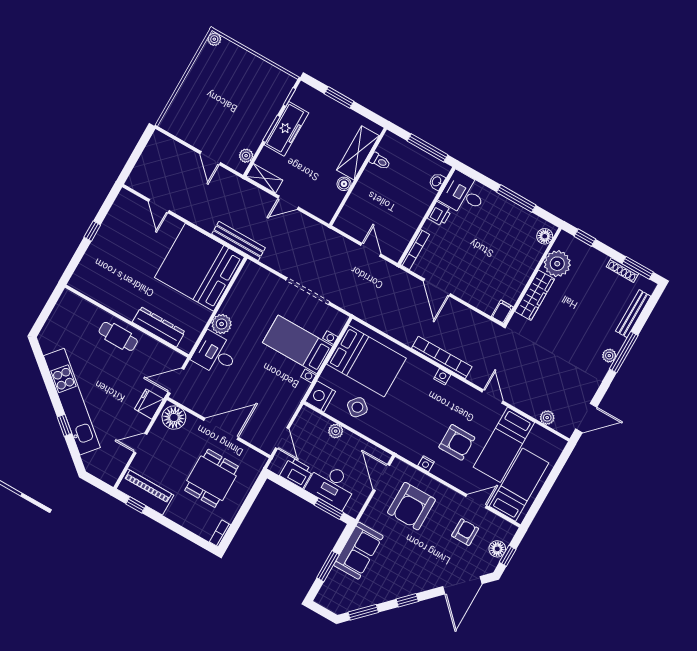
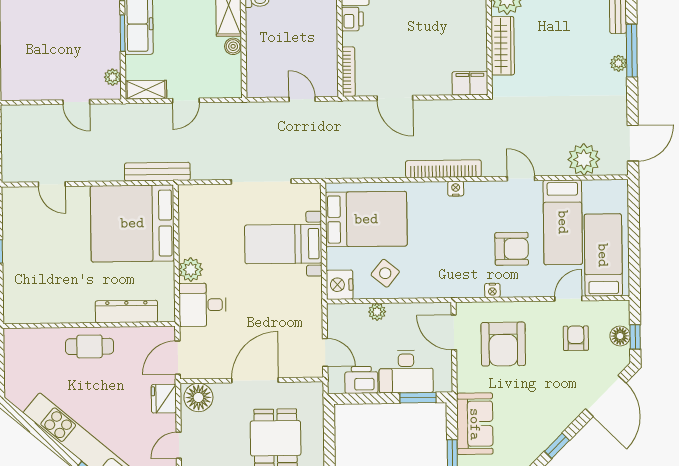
filing cabinet: (502, 312) -> (470, 83), width x2.00
plant: (547, 418) -> (584, 159), width x1.87, depth x1.87

